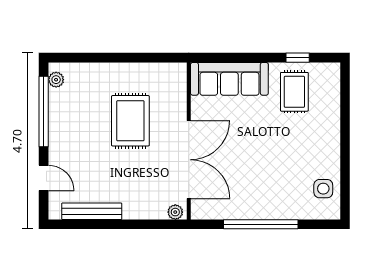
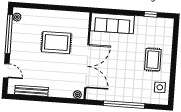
rug: (294, 92) -> (153, 60), moved
rug: (130, 121) -> (56, 43), turned 90

